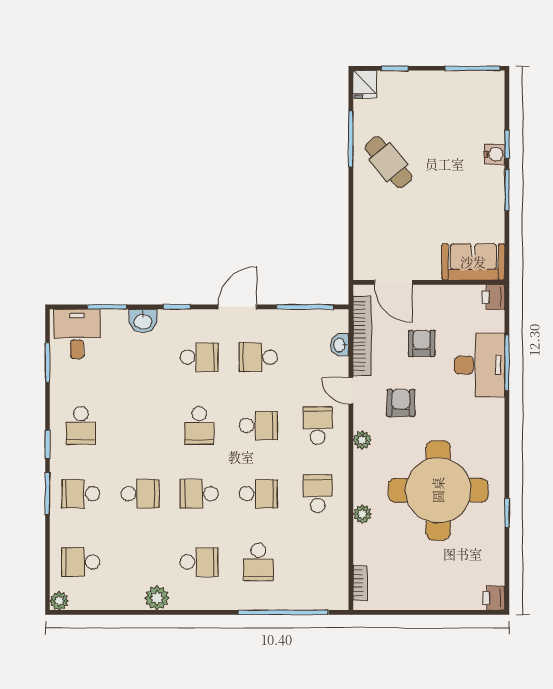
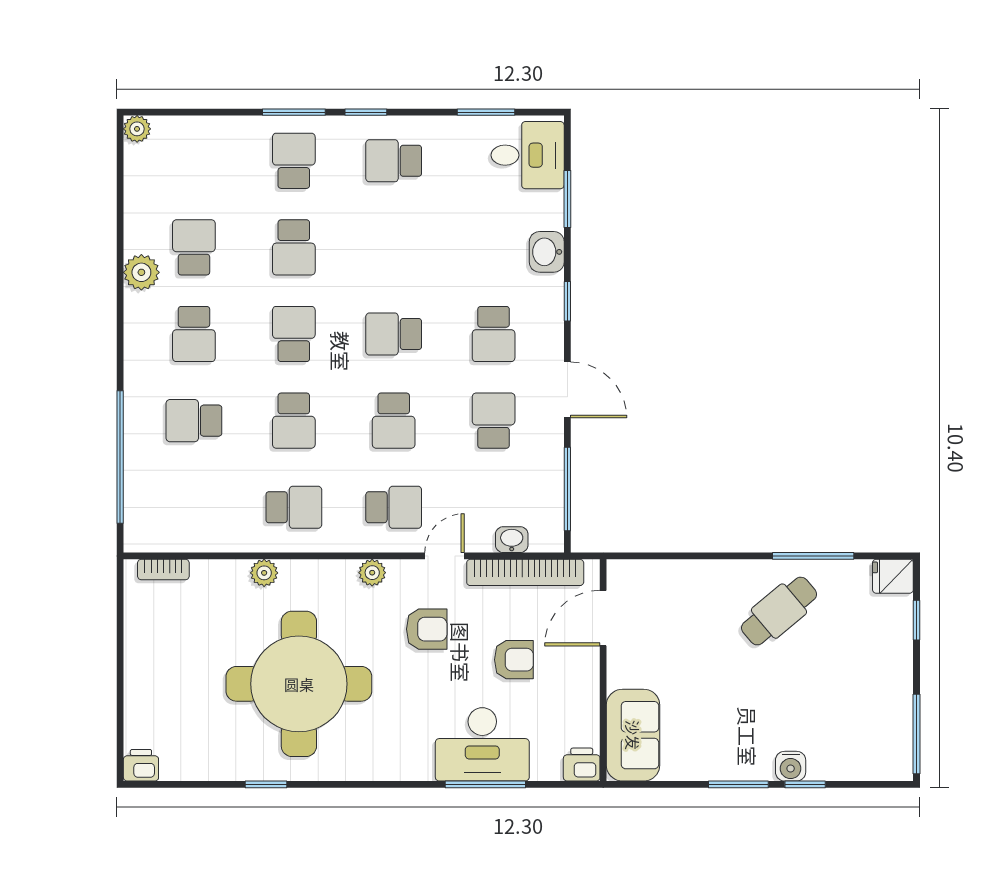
school desk: (81, 562) -> (194, 247), moved

